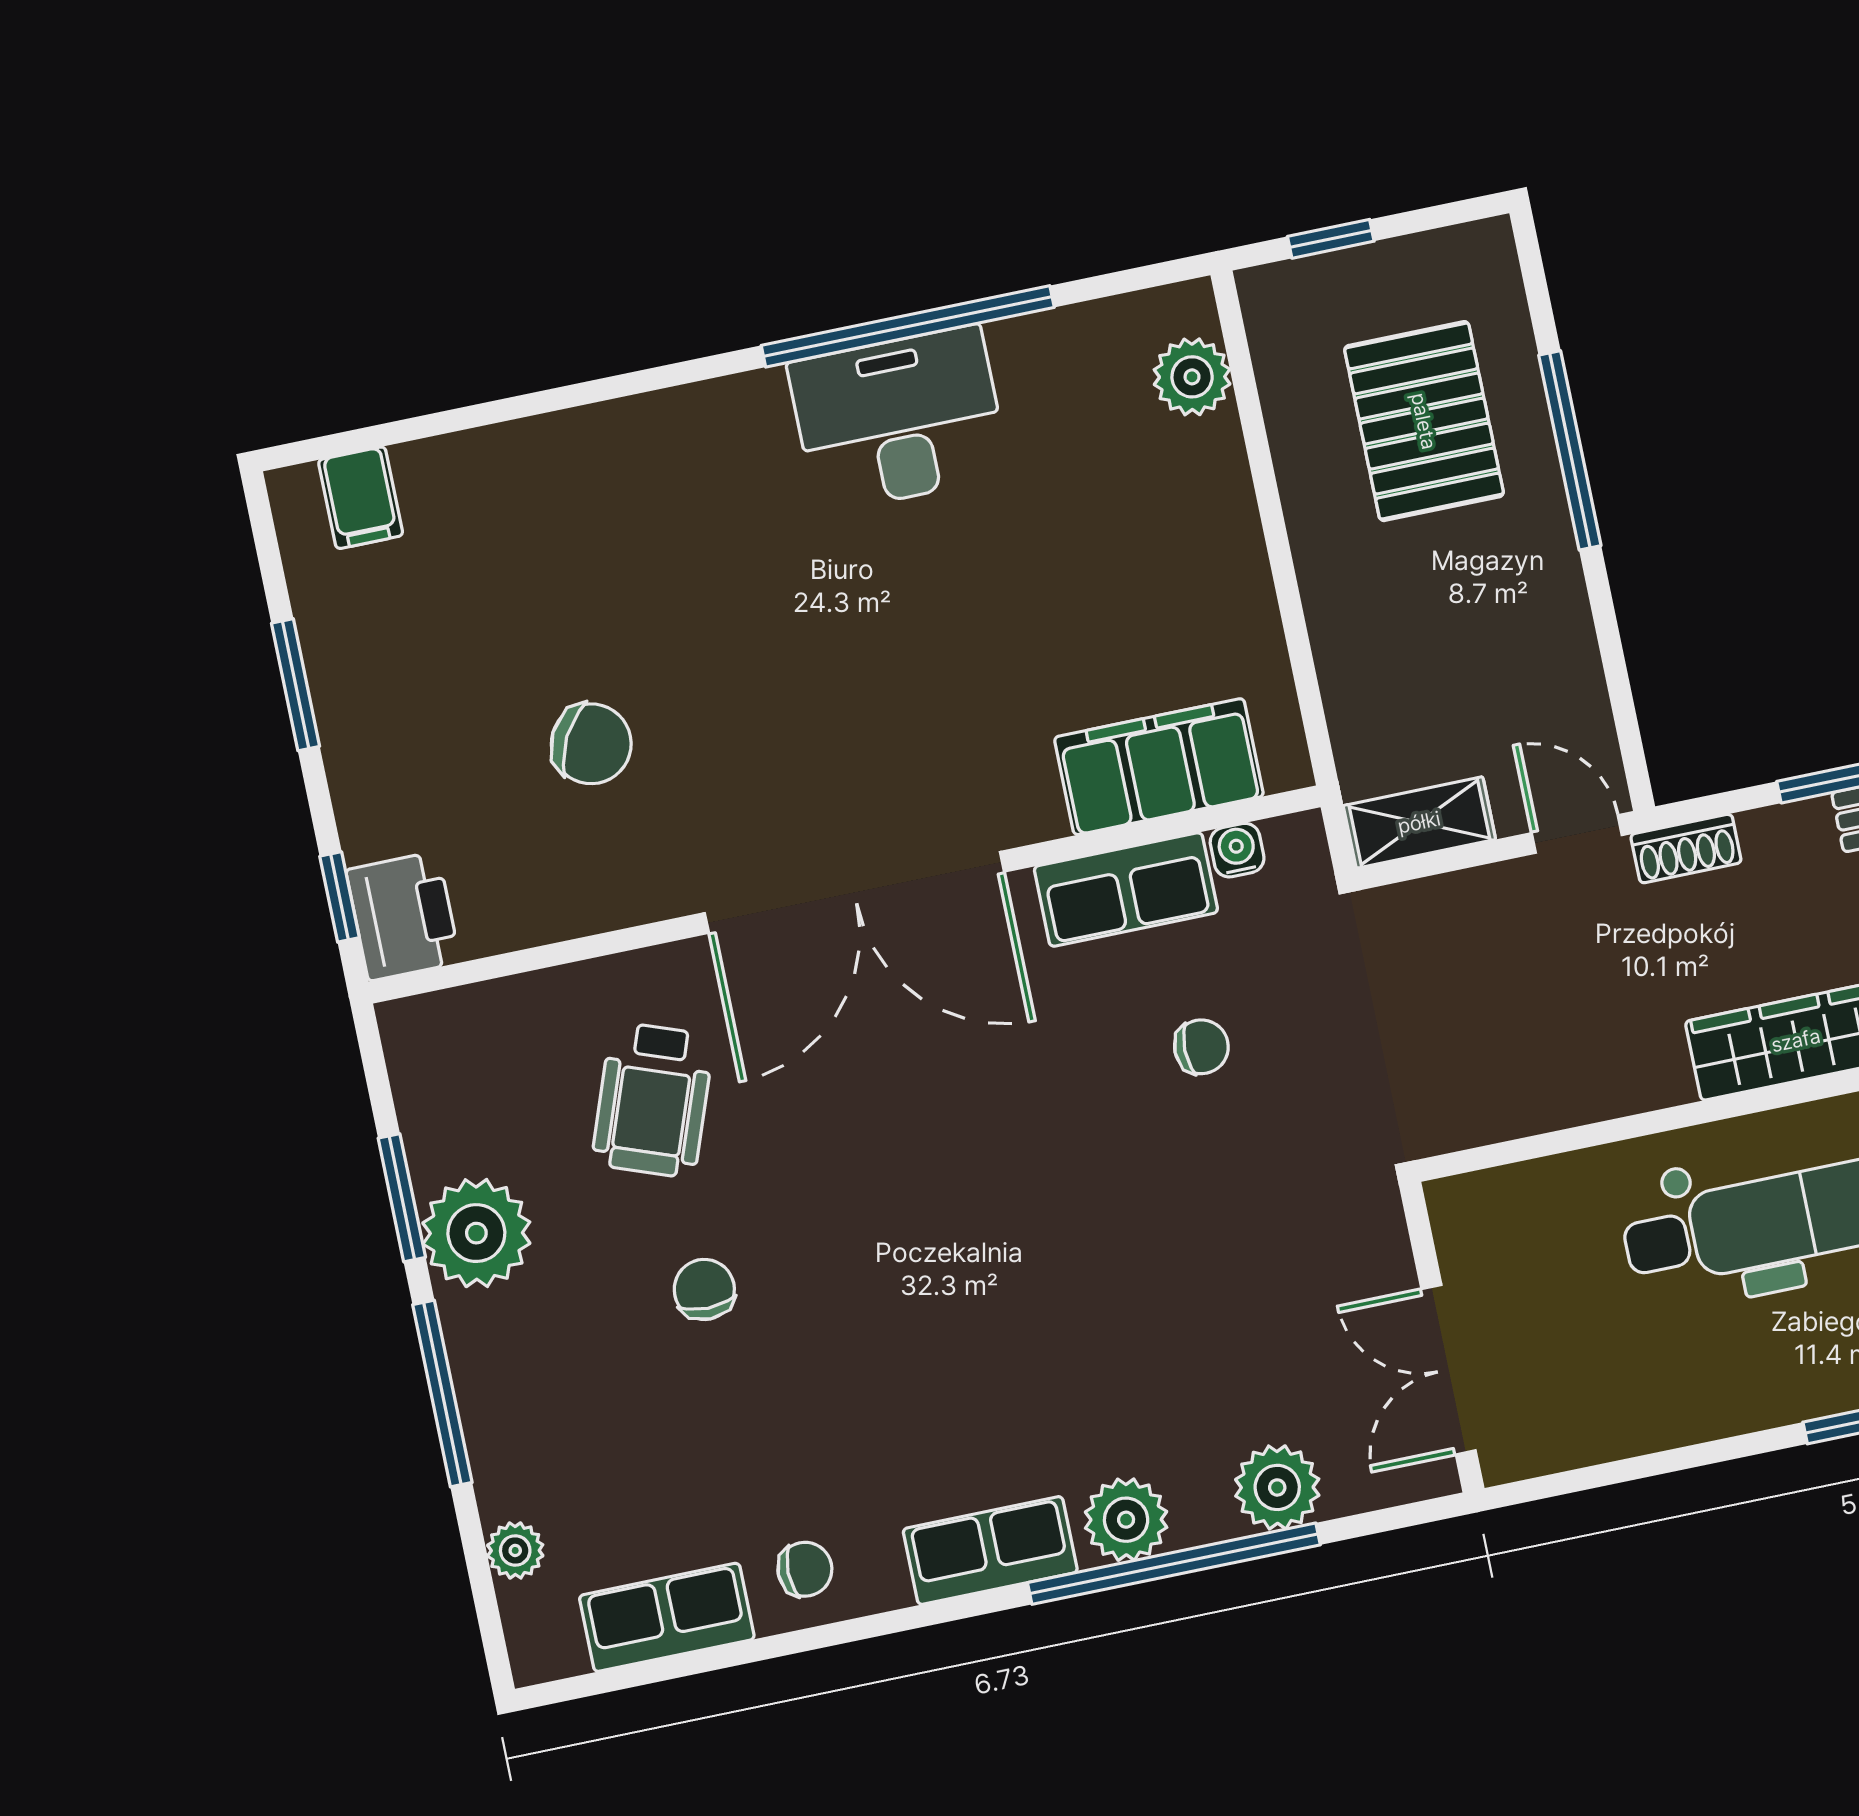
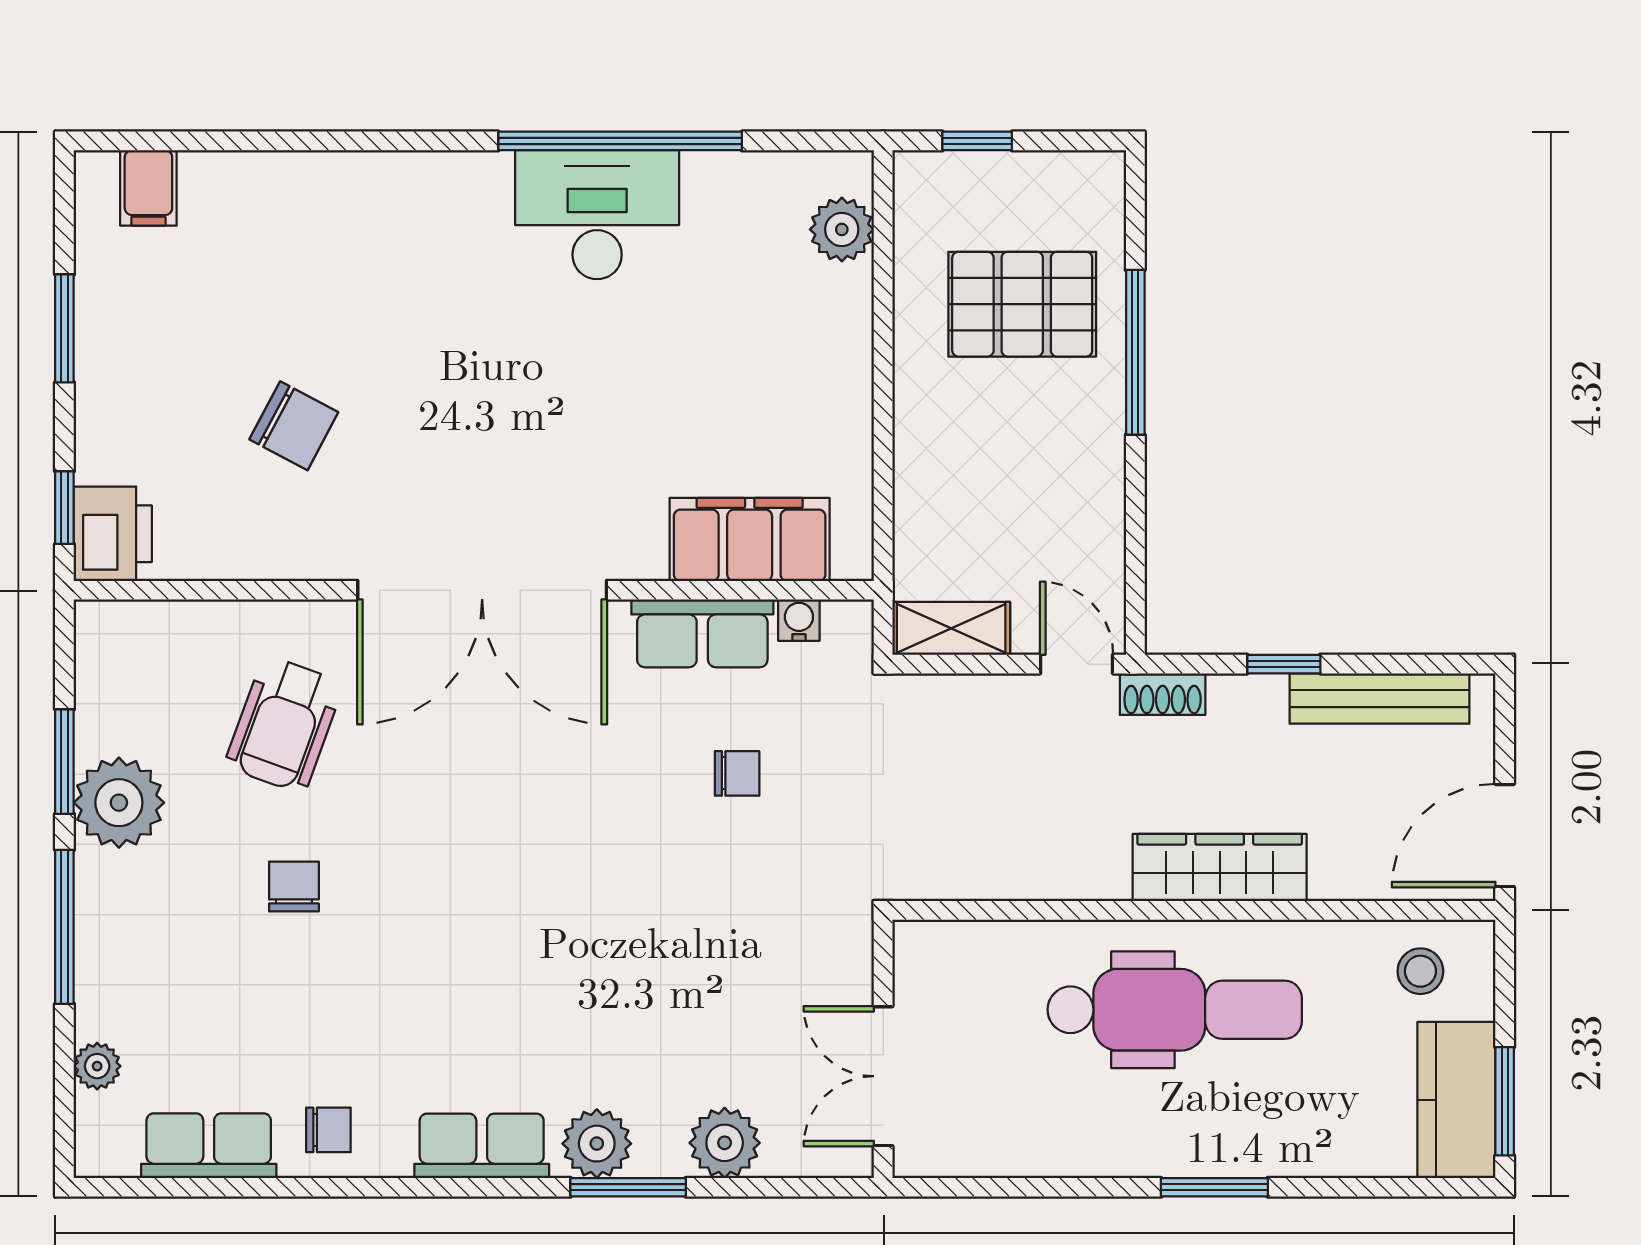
pallet: (1424, 421) -> (1022, 304), turned 90
window: (1174, 1564) -> (628, 1187), width x0.47

